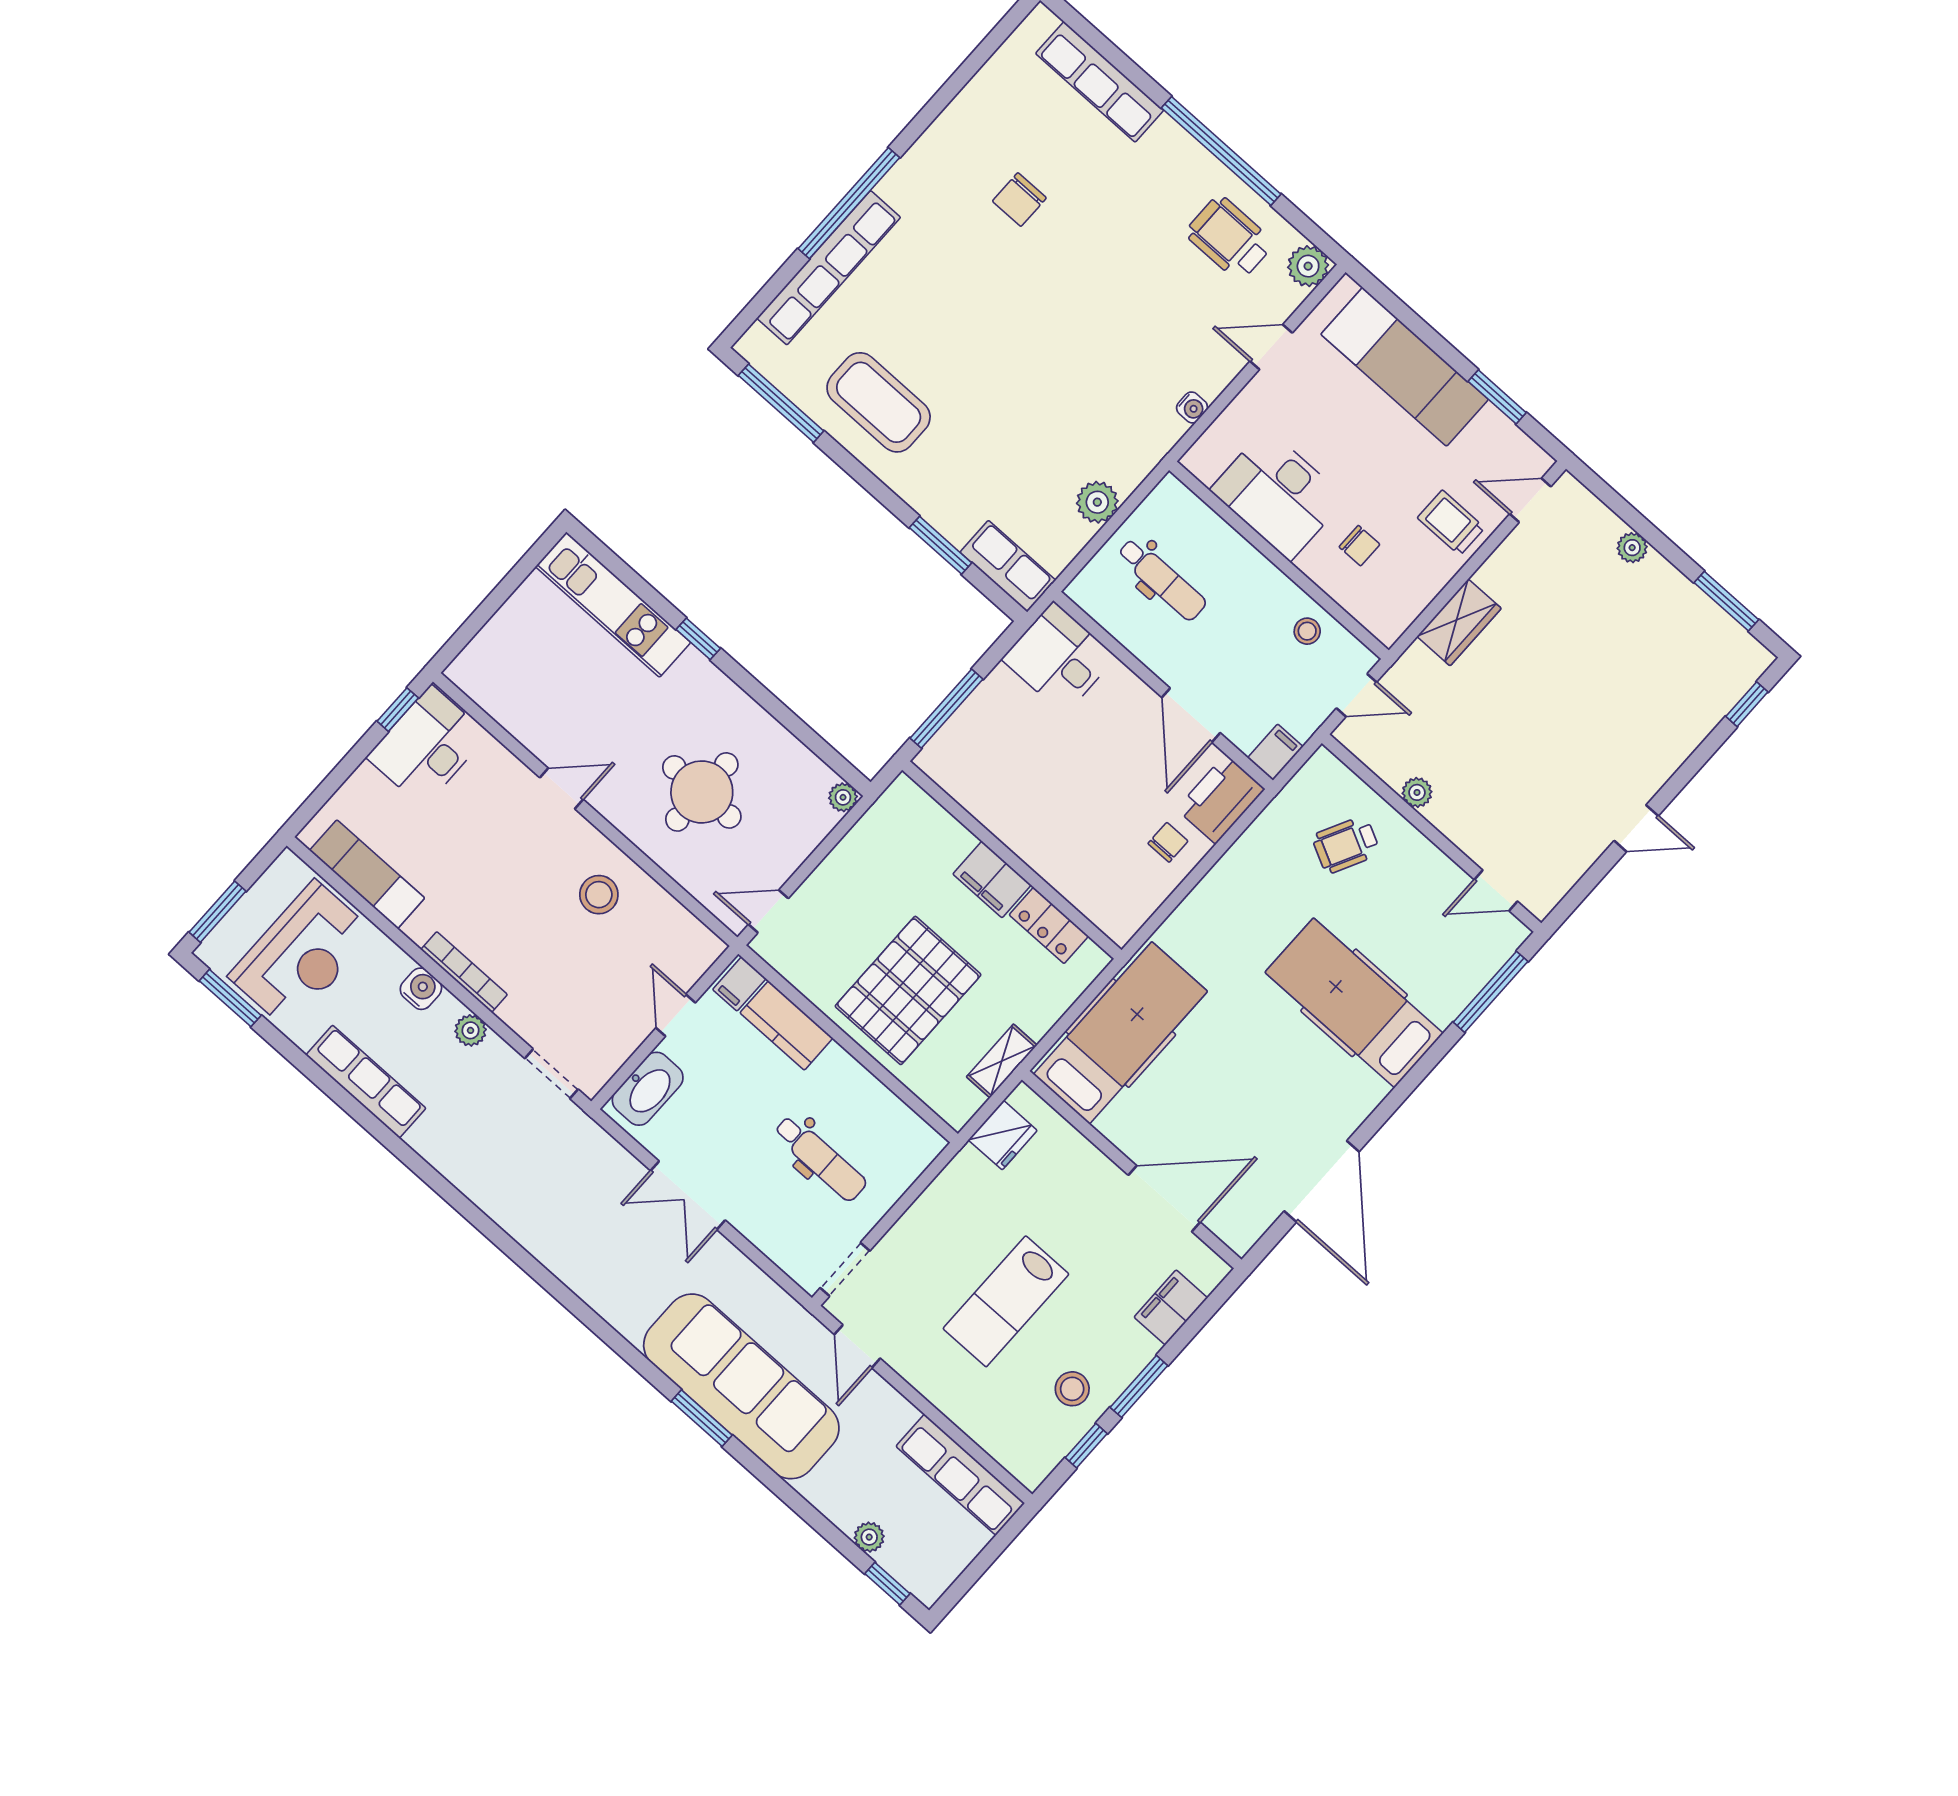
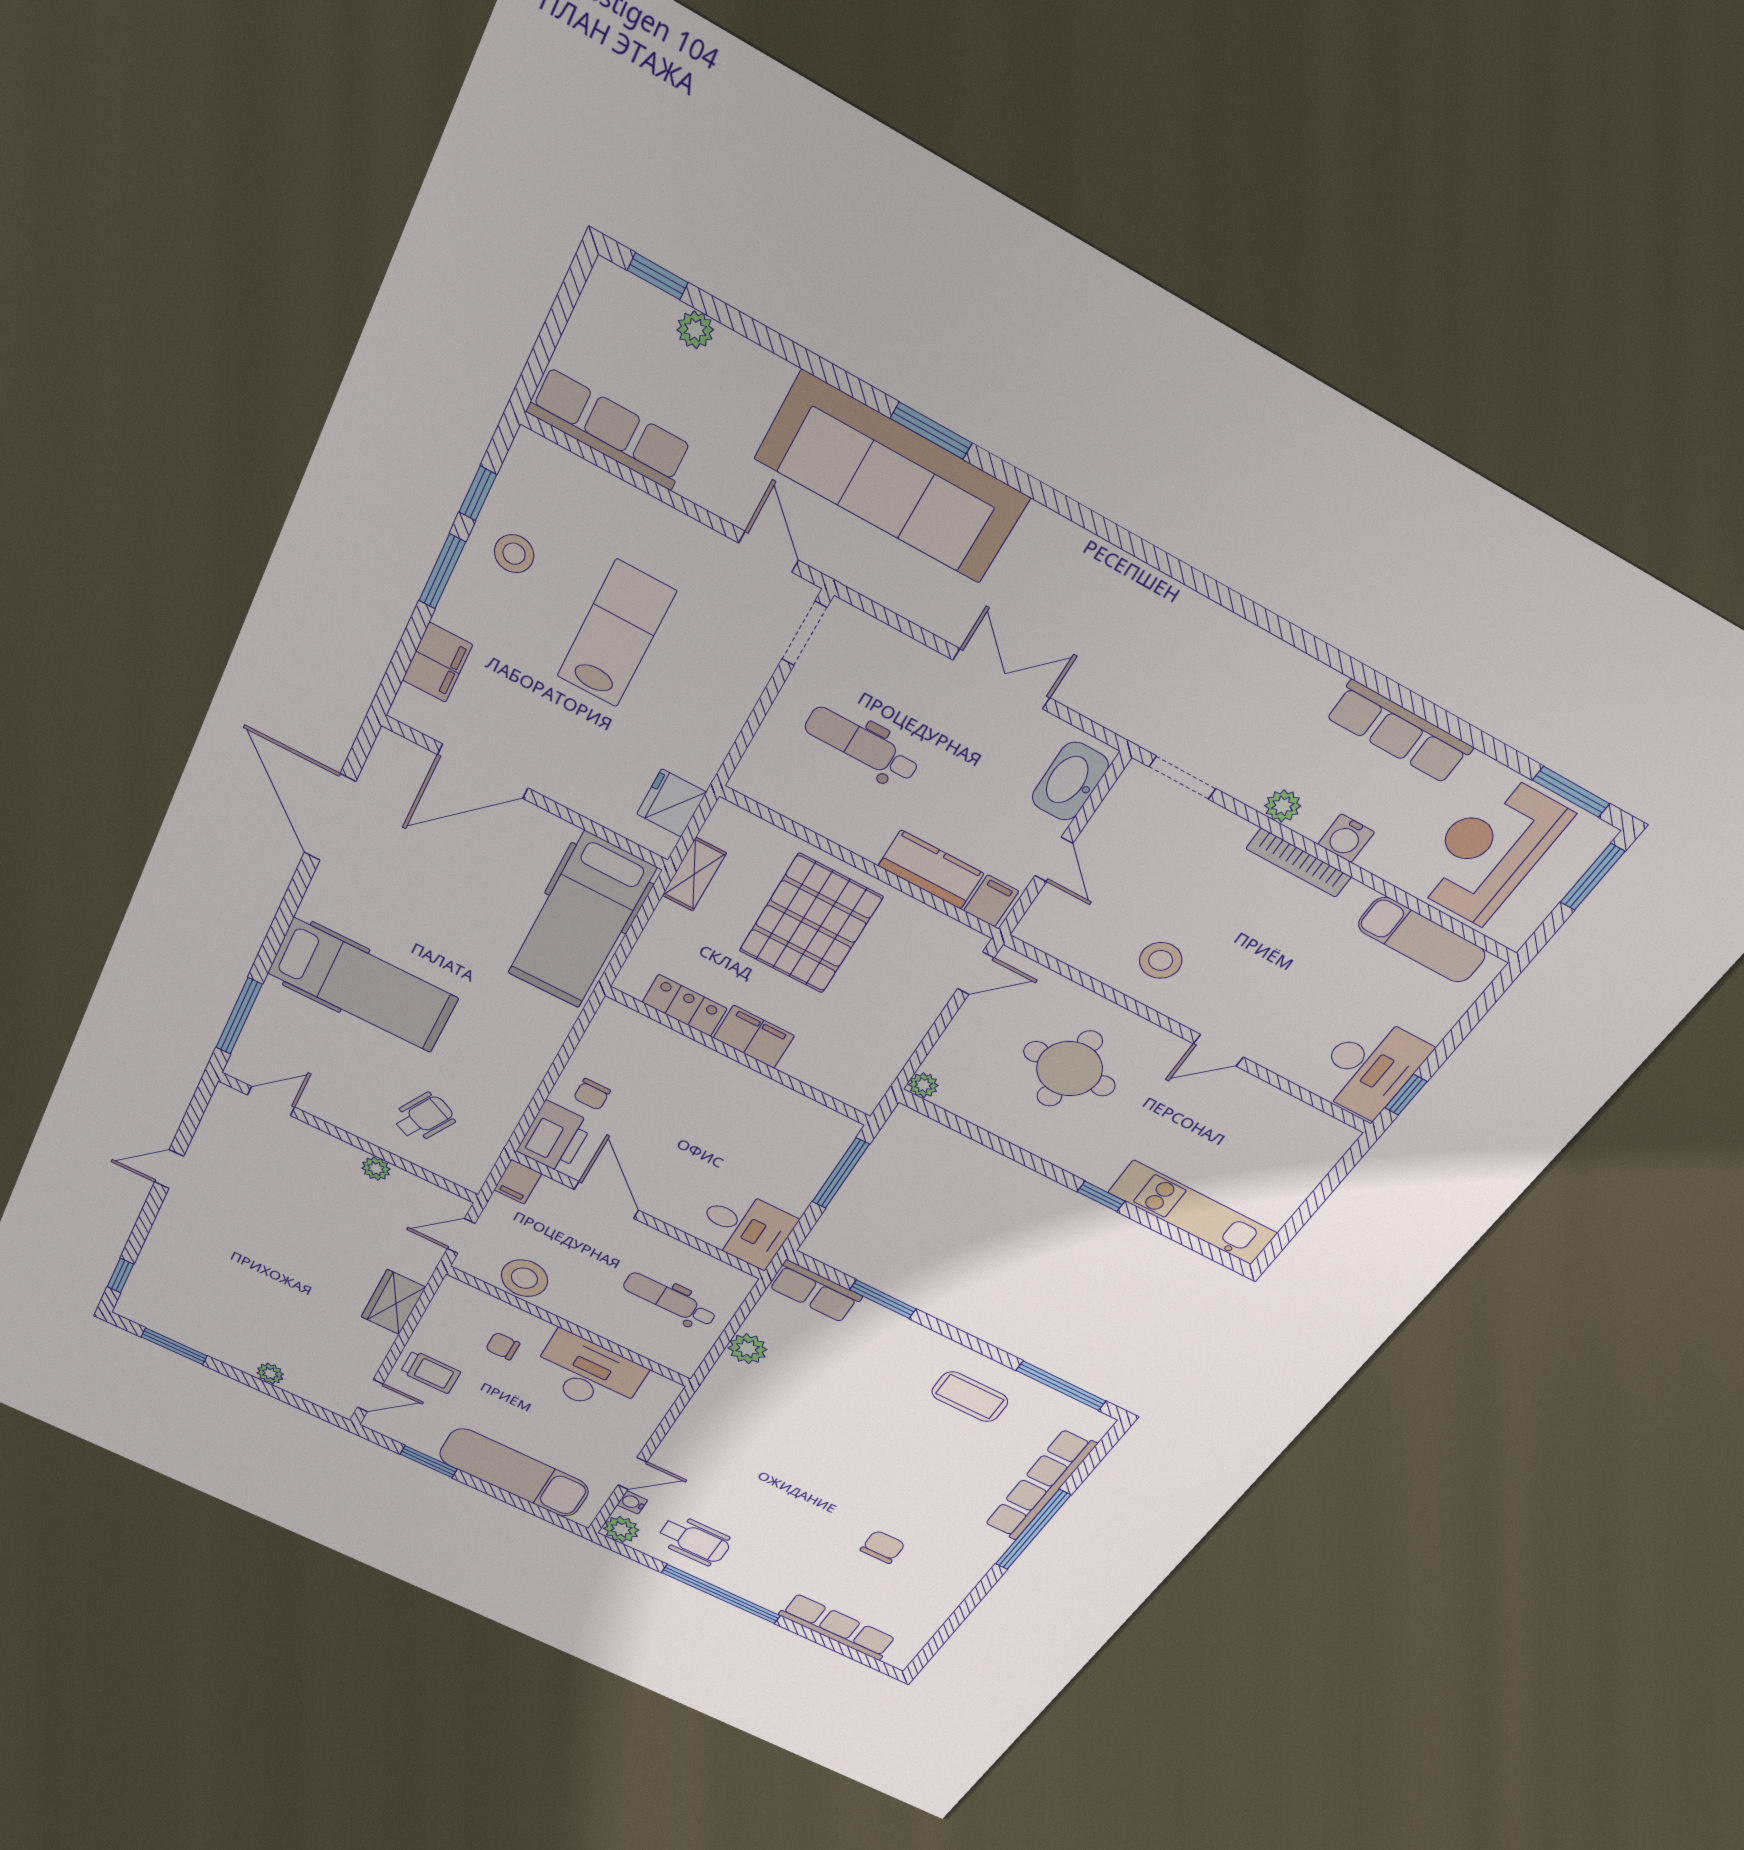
coffee table: (879, 402) -> (970, 1397), width x0.73, depth x0.76
water cooler: (1192, 407) -> (632, 1502), moved
stool: (1307, 631) -> (524, 1278), width x1.89, depth x1.89

